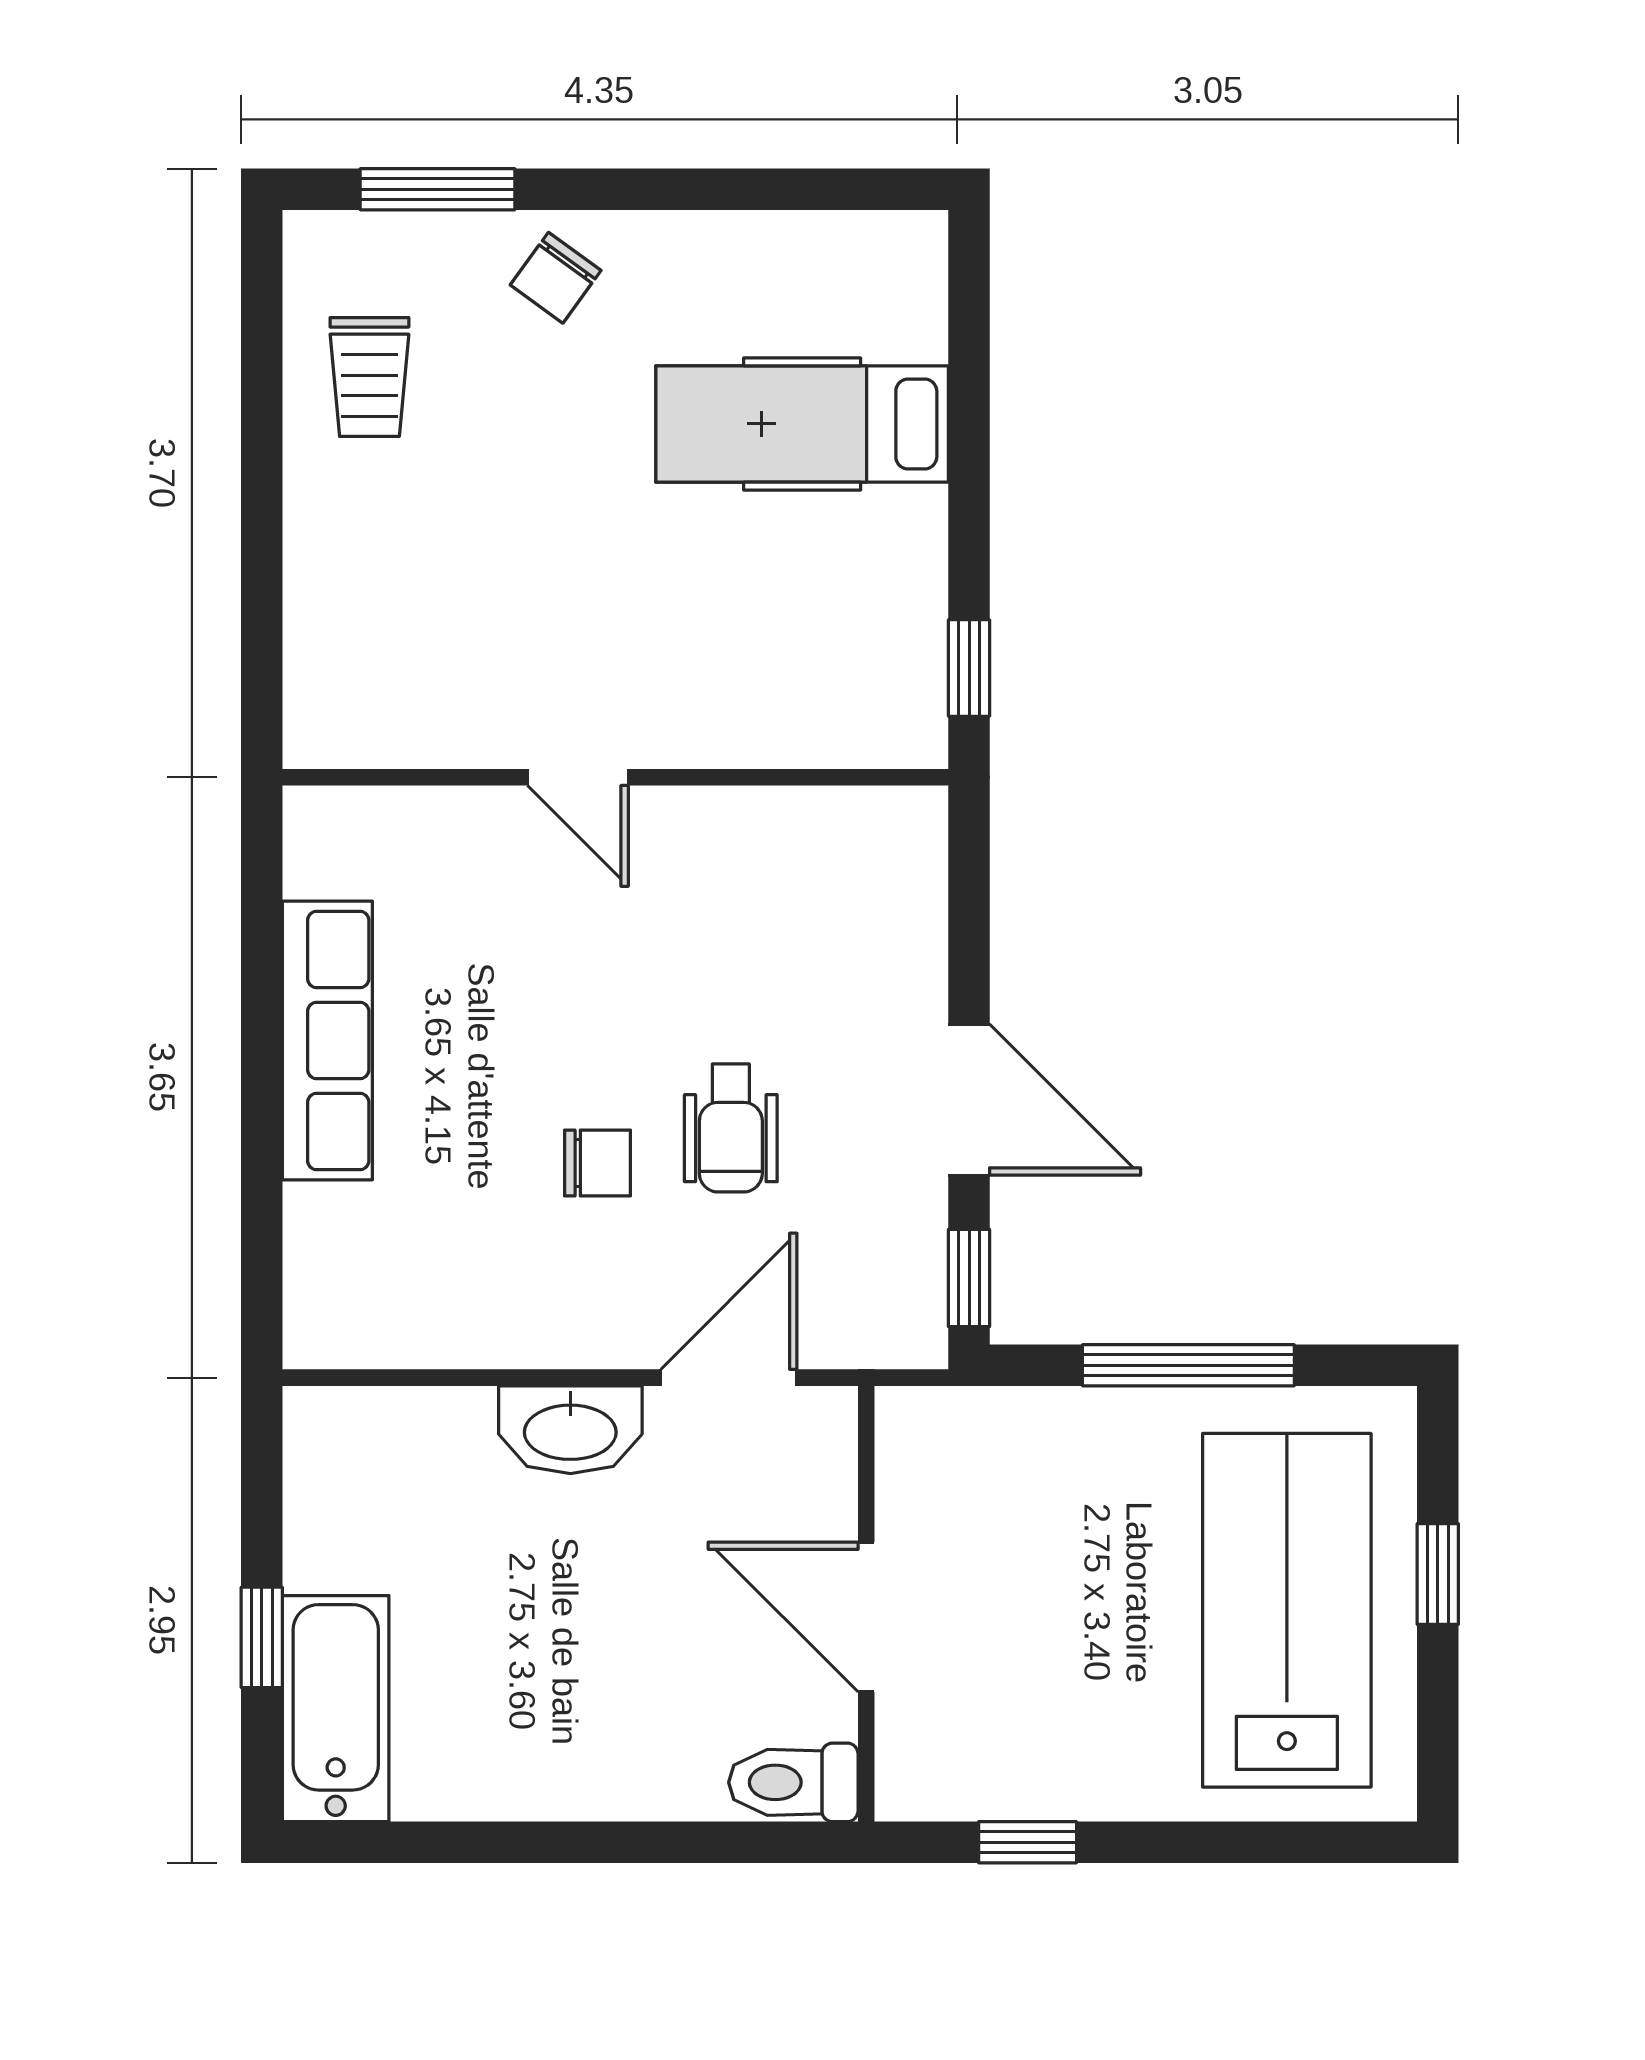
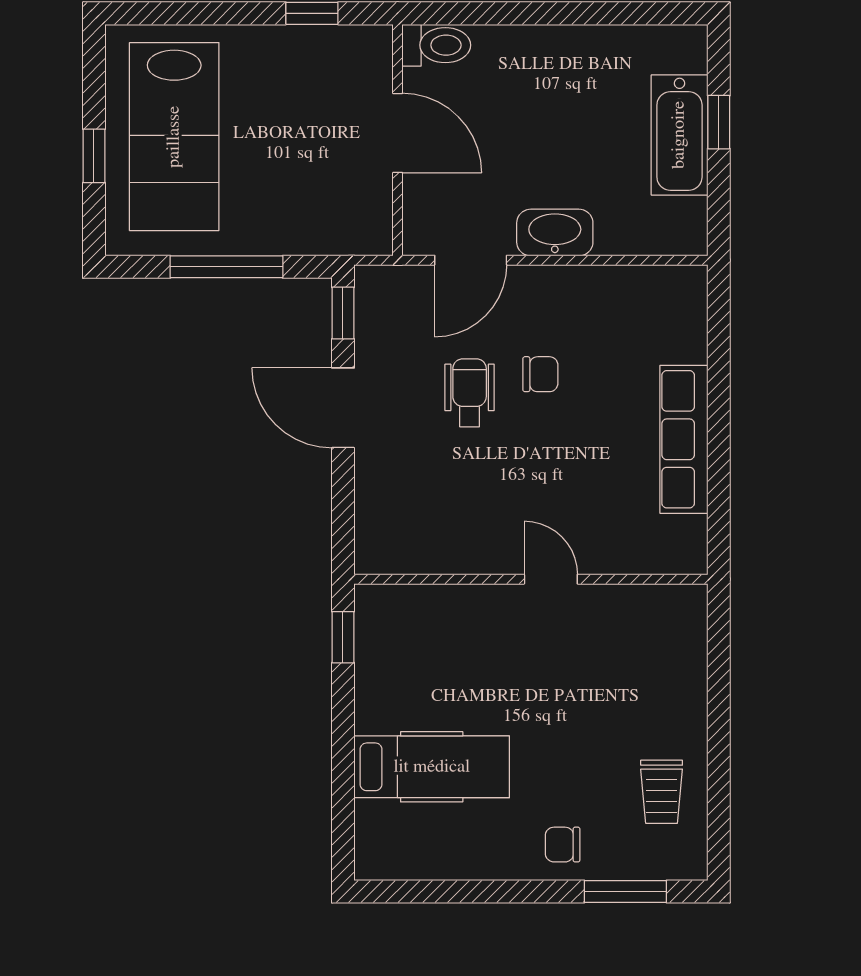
chair: (556, 278) -> (563, 845), turned -126
trolley: (369, 377) -> (662, 792), turned 180
chair: (597, 1163) -> (540, 374), turned 180
bathtub: (336, 1709) -> (679, 135), moved

